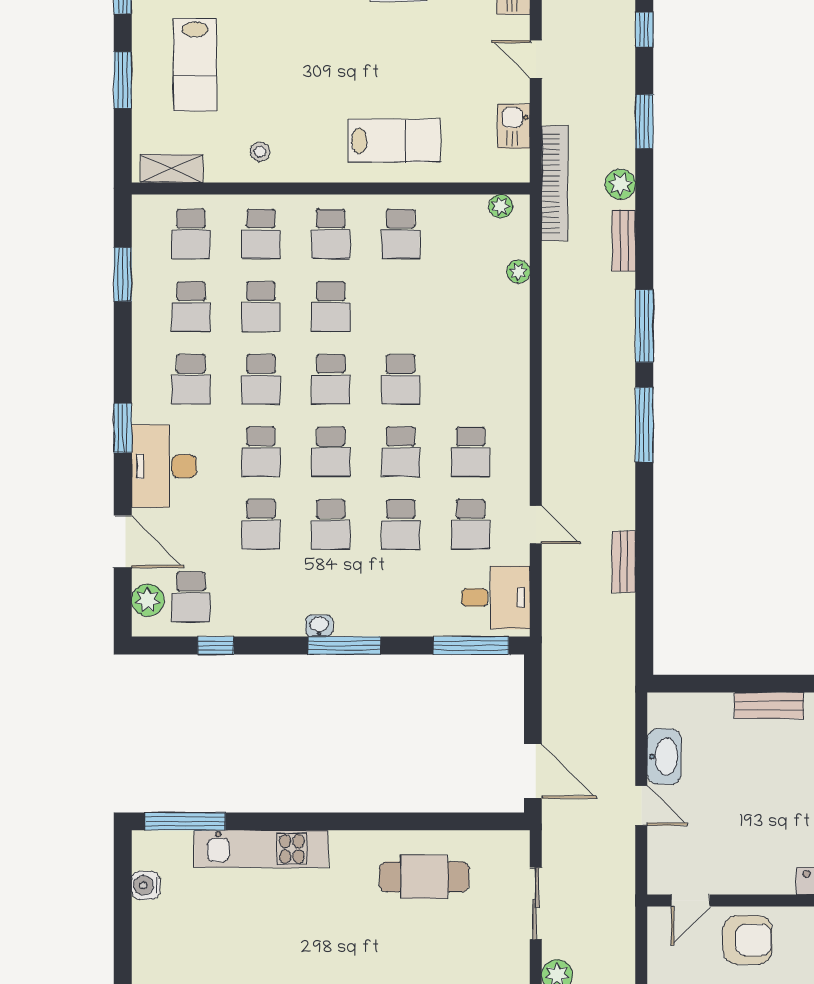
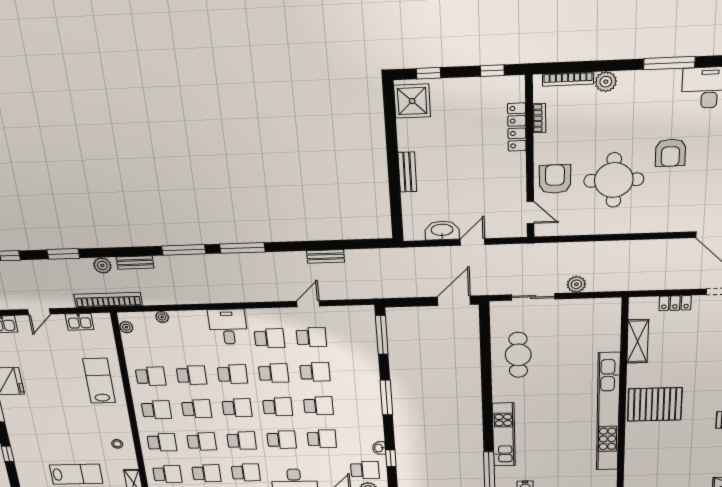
school desk: (401, 307) -> (191, 375), added
desk: (496, 597) -> (228, 327), moved
washbasin: (319, 626) -> (379, 448), moved

